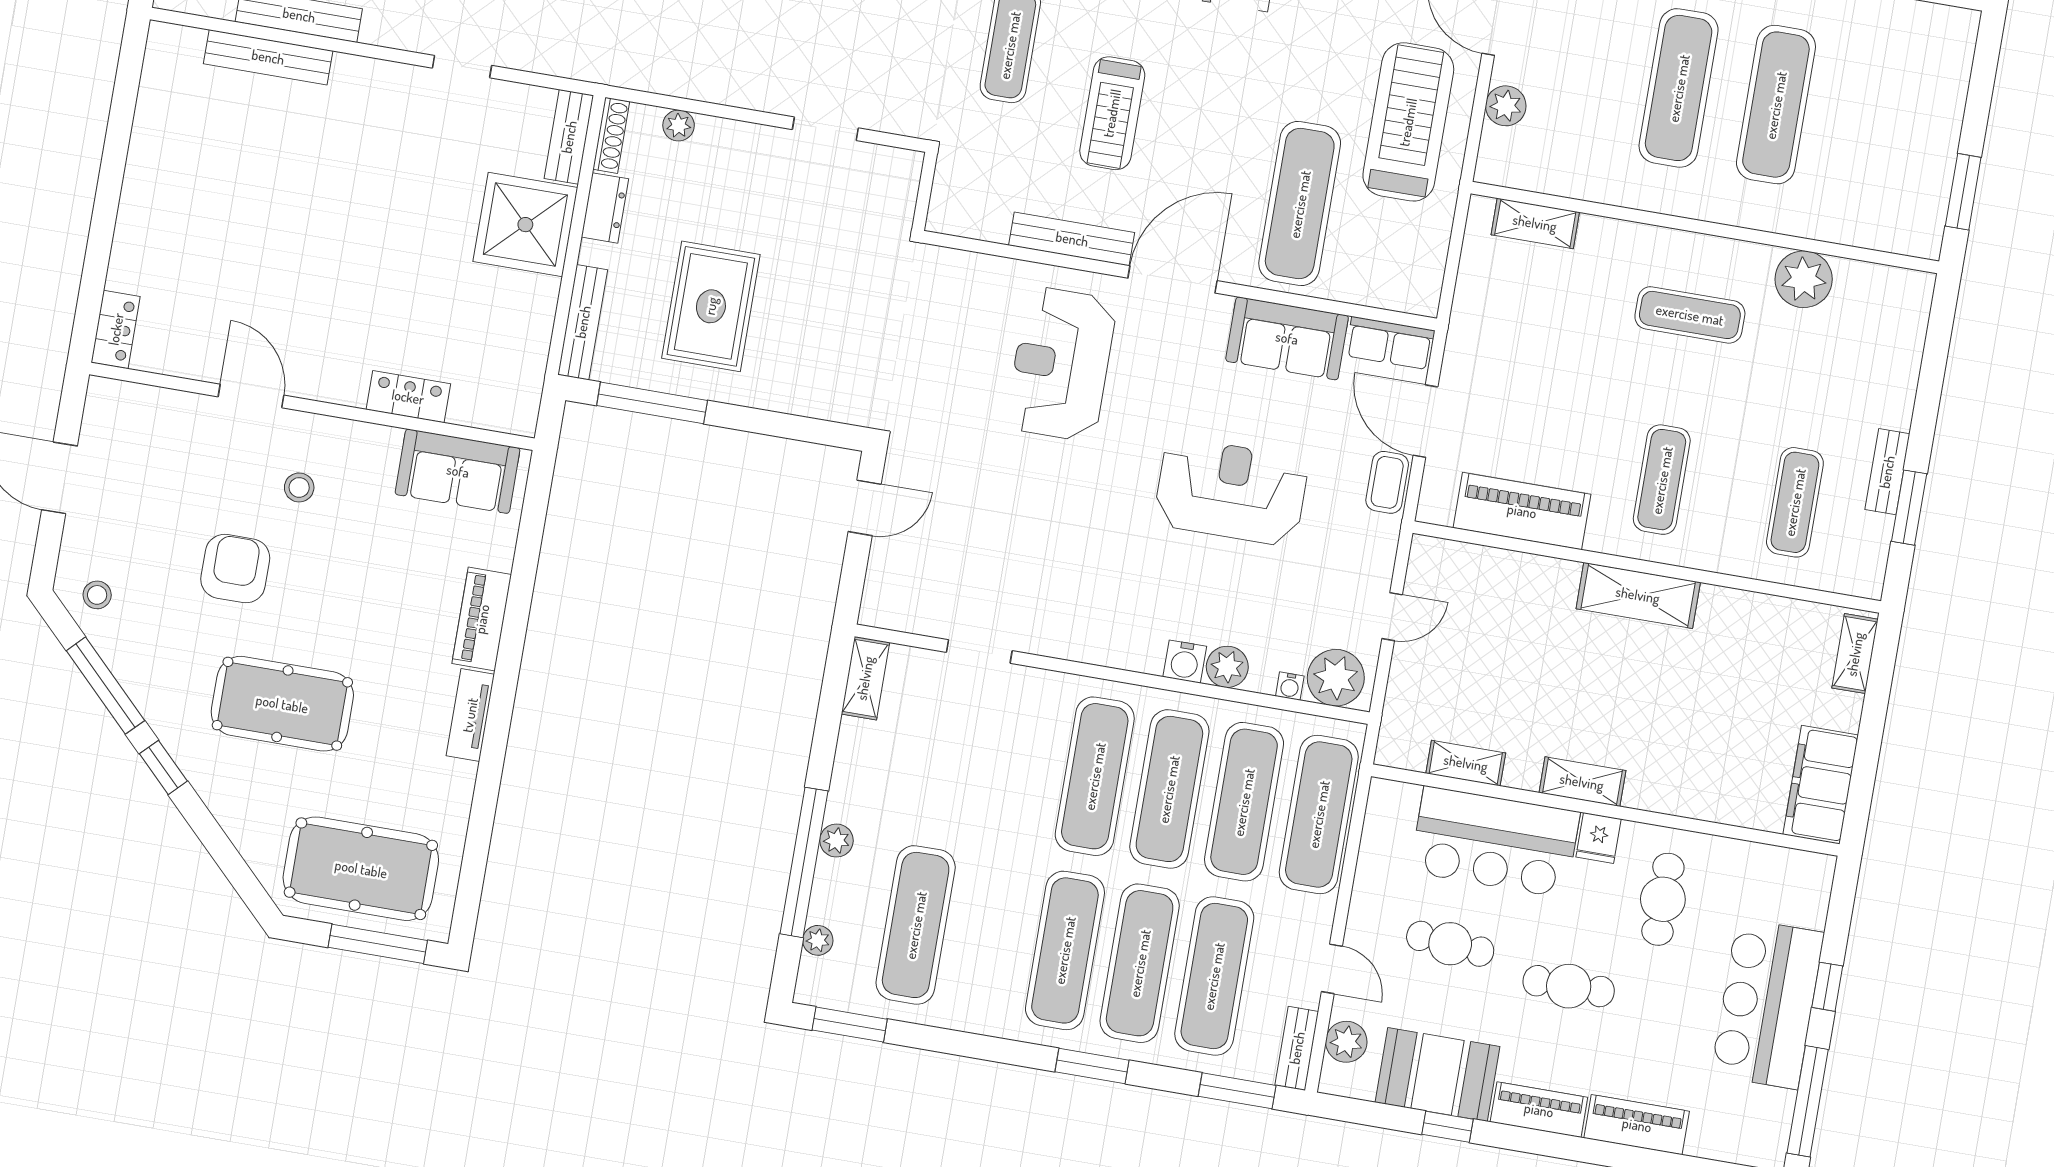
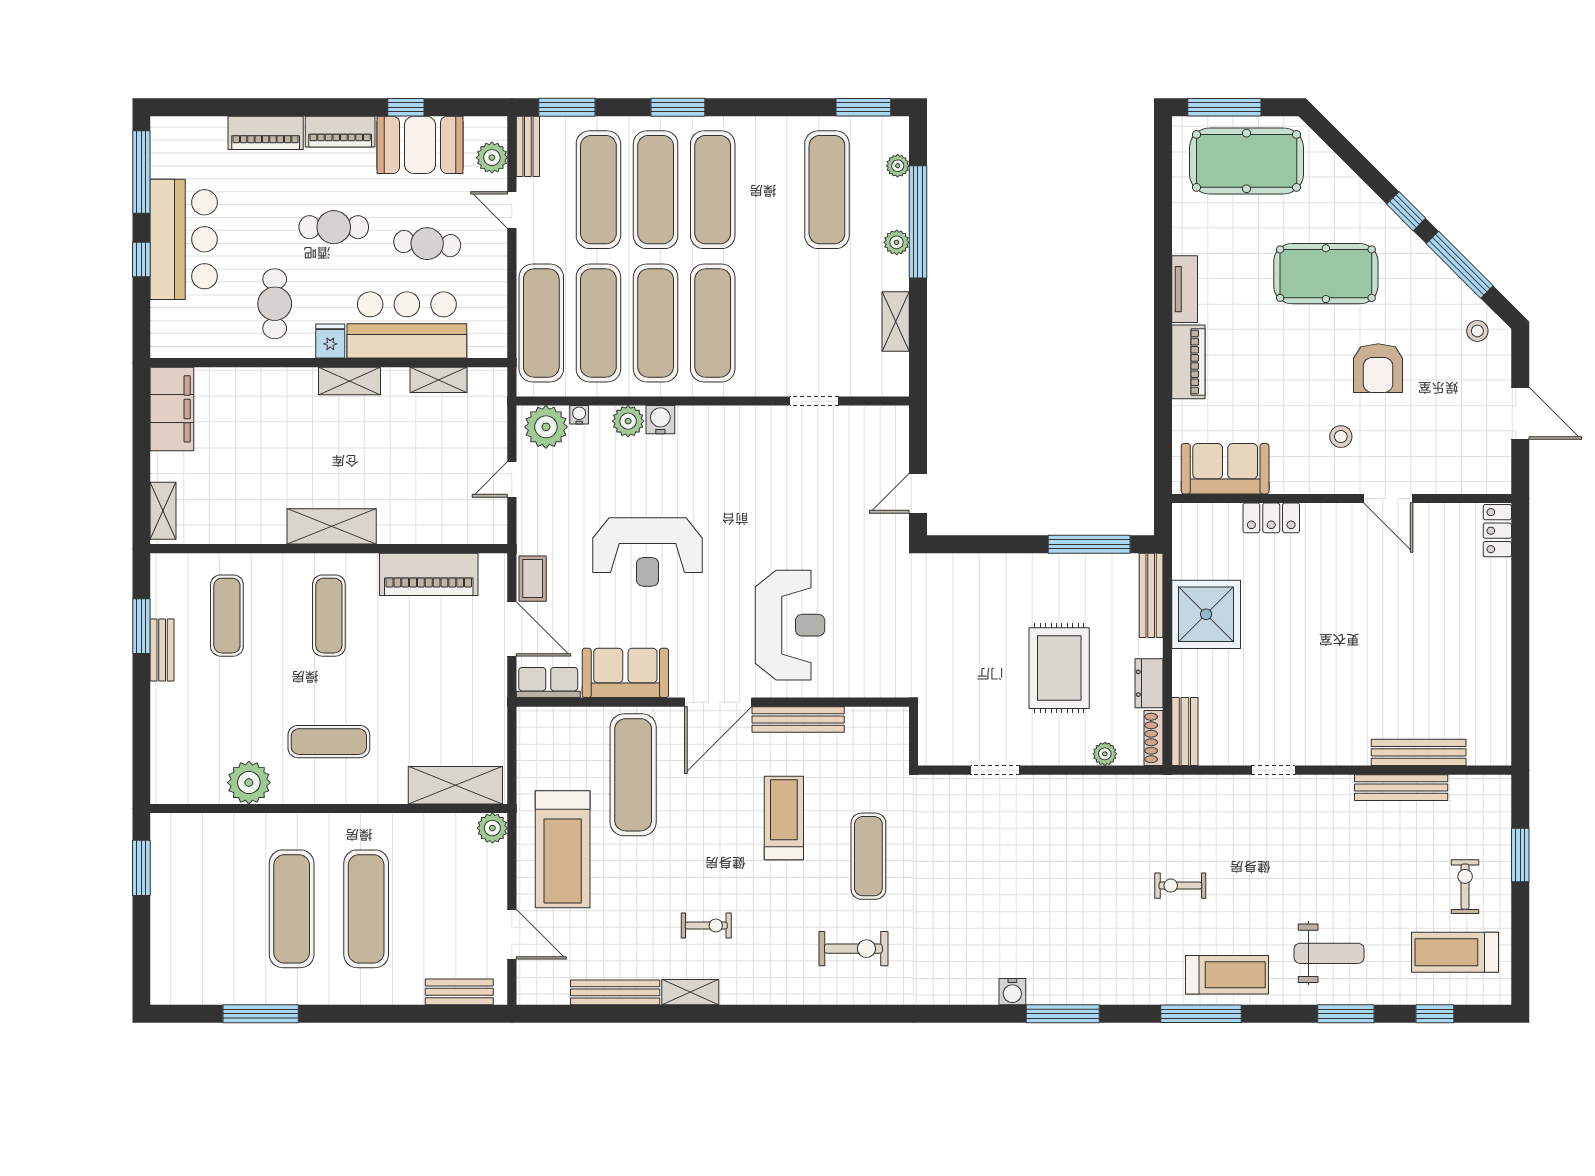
plant: (1506, 106) -> (492, 828), moved
shelving: (1535, 223) -> (455, 785), width x1.50, depth x1.33
shower: (525, 225) -> (1206, 614), moved
rug: (711, 306) -> (1059, 668), moved
shelving: (865, 678) -> (896, 321), moved

